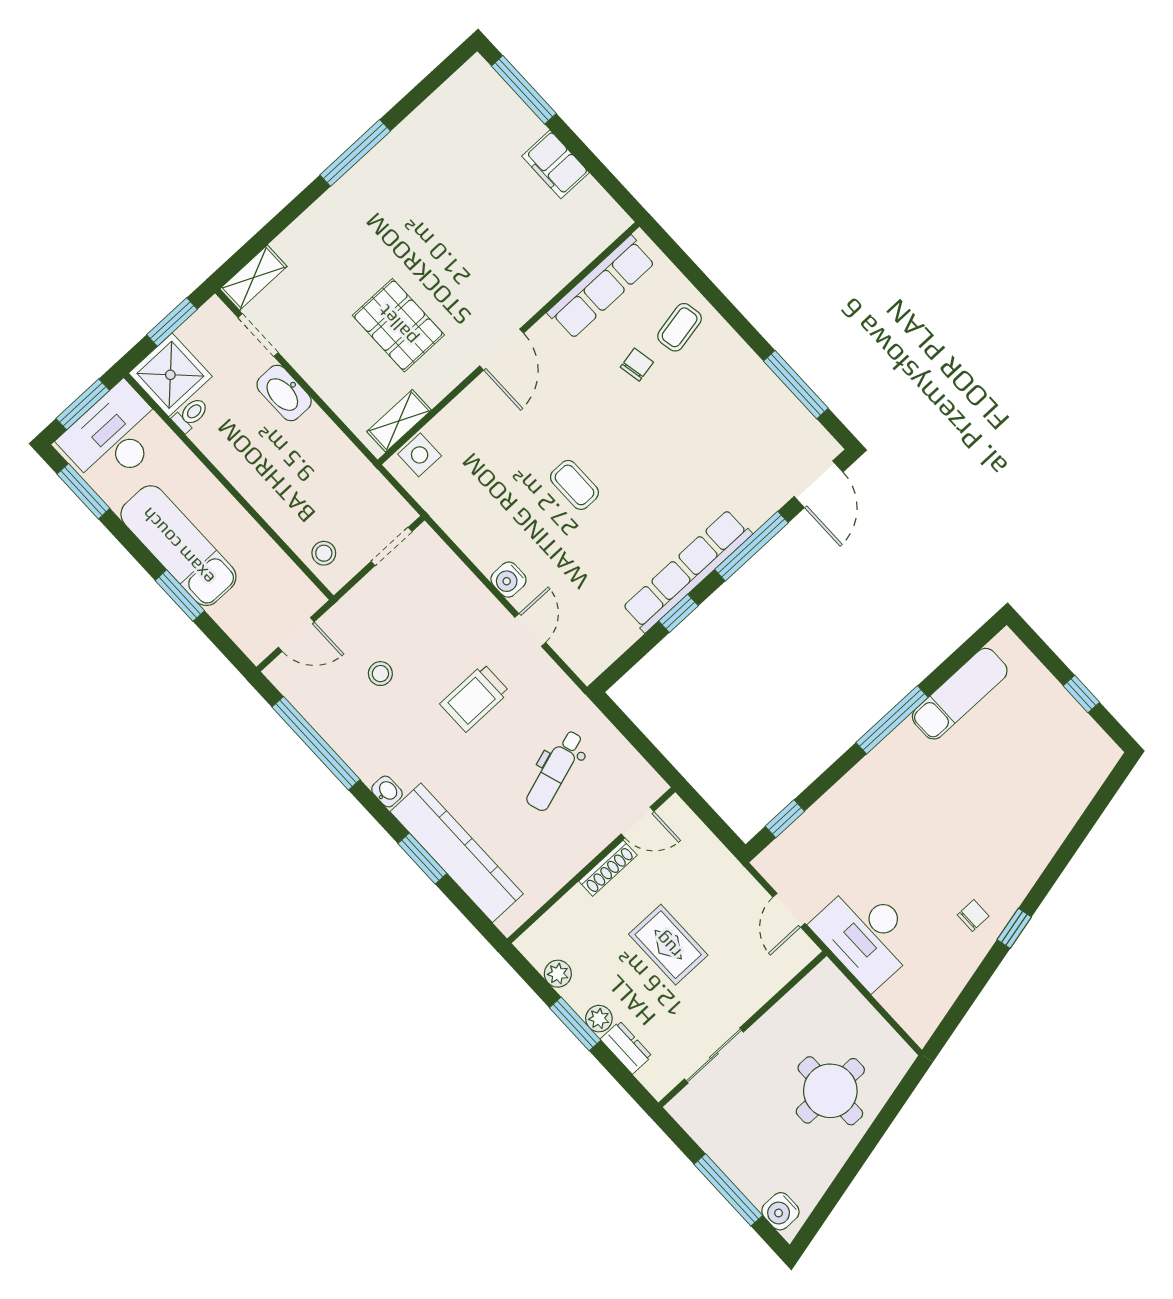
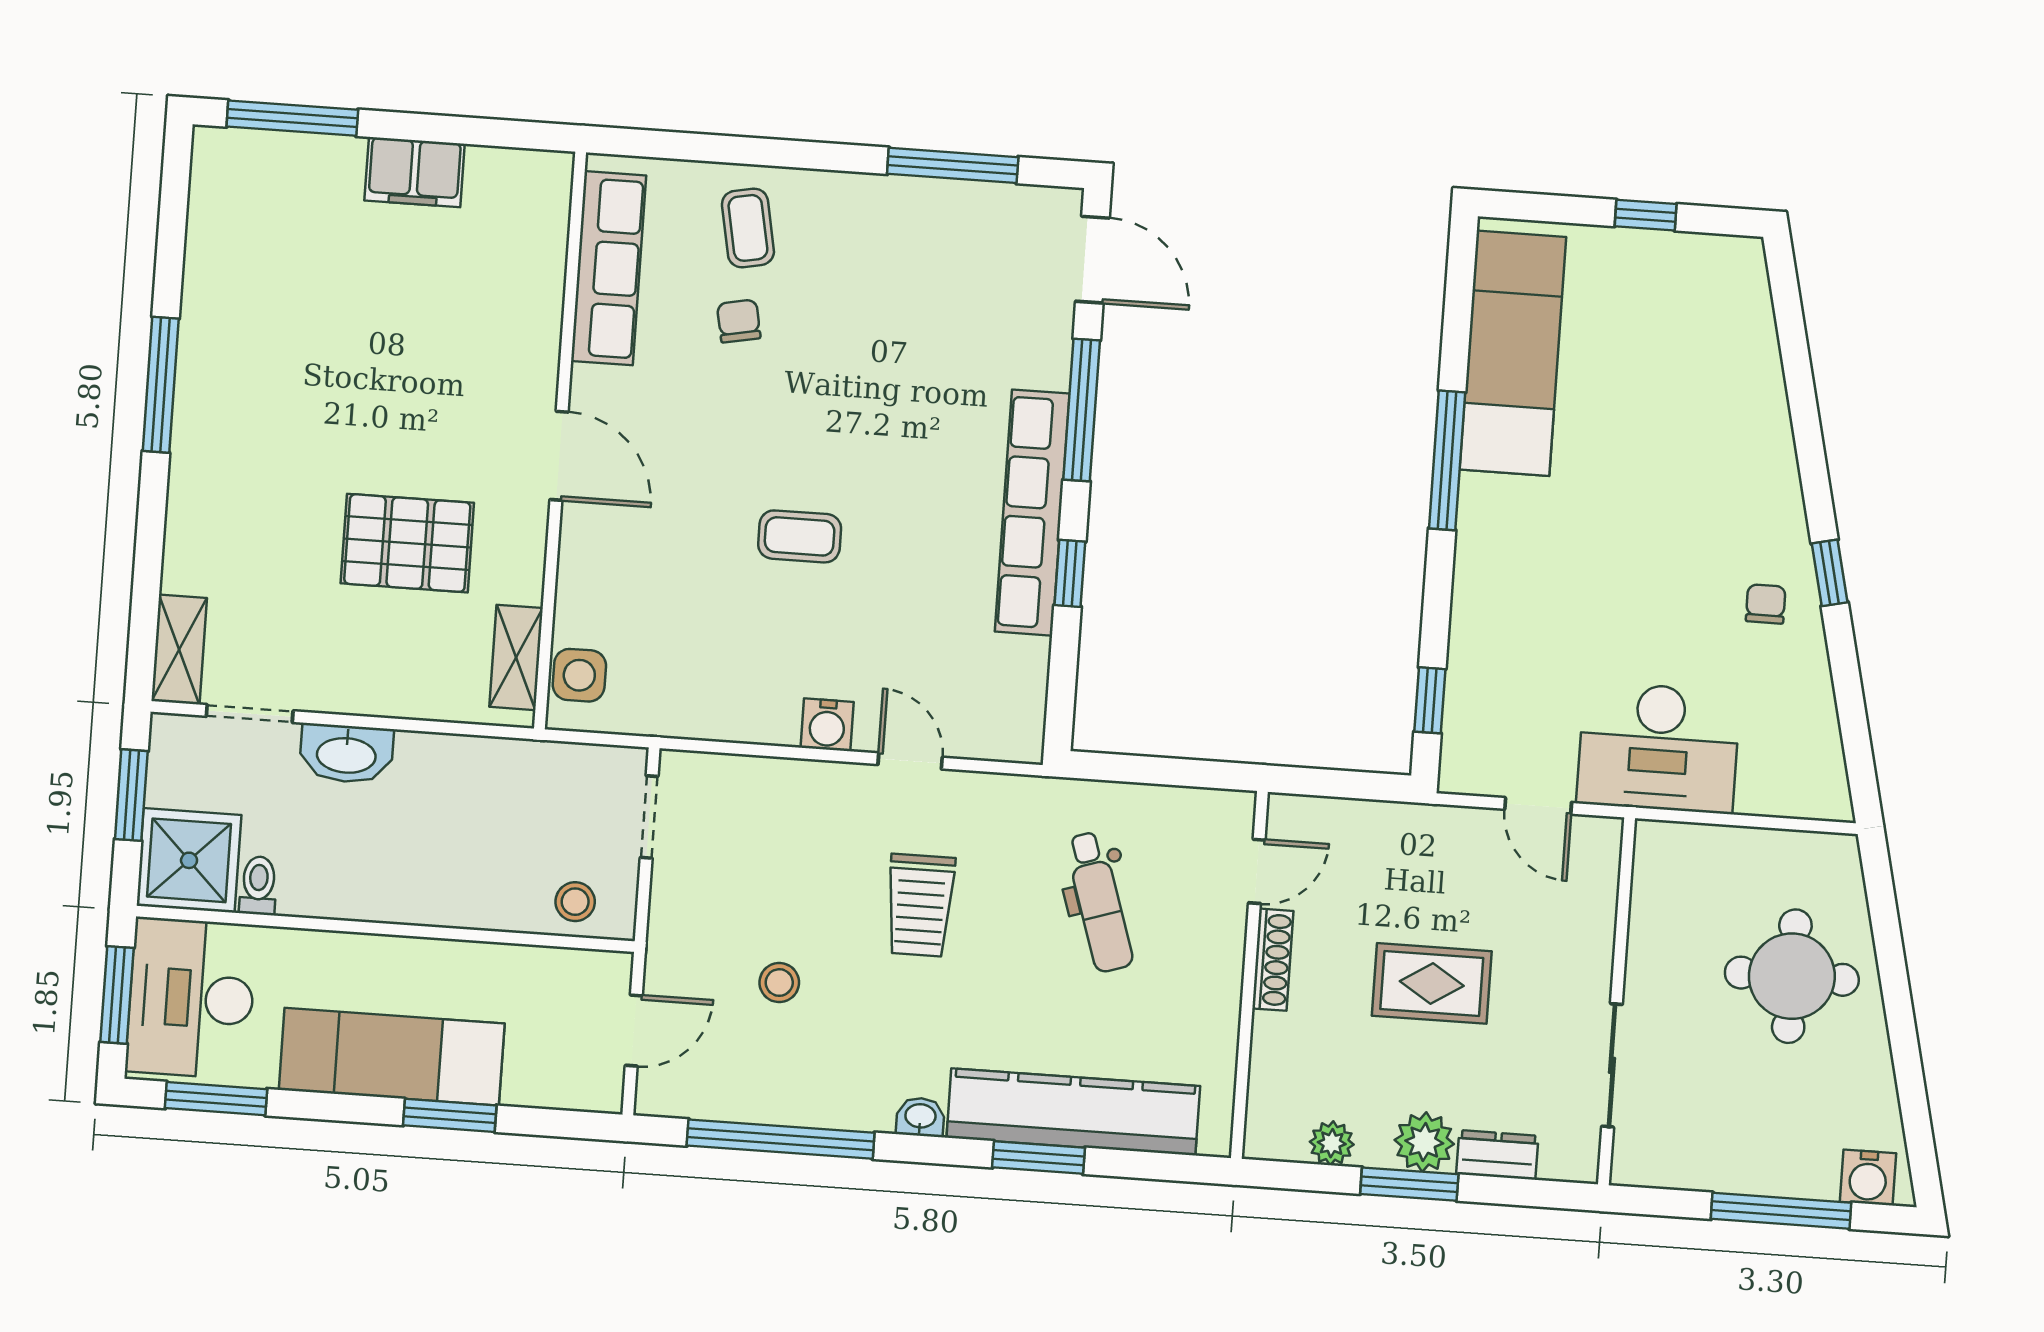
exam couch: (960, 694) -> (1513, 353), width x1.36, depth x1.45
plant: (599, 1019) -> (1424, 1142), width x1.38, depth x1.38

